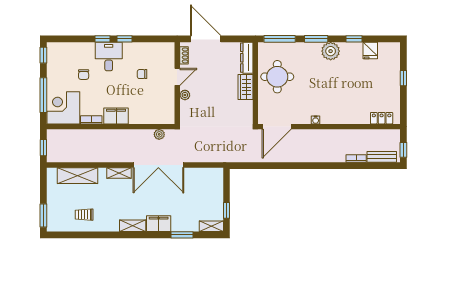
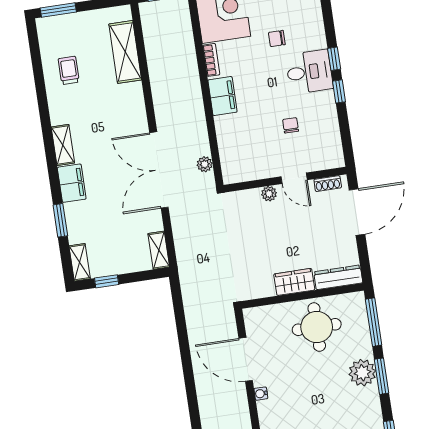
plant: (331, 51) -> (362, 373), moved
door: (277, 127) -> (246, 359), moved
shelving: (119, 173) -> (159, 250), moved

